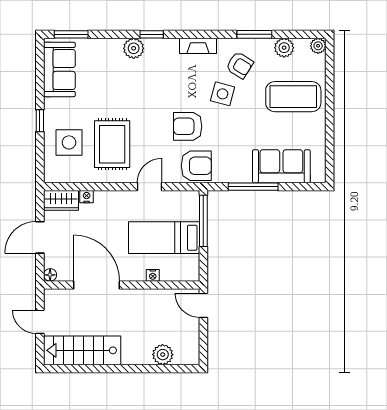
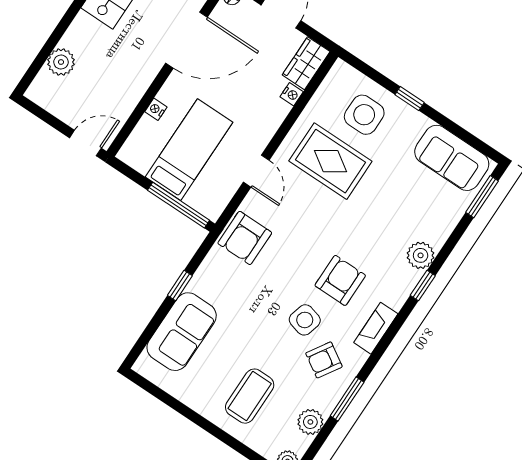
coffee table: (293, 97) -> (250, 396), width x0.73, depth x0.76
armchair: (188, 126) -> (340, 280), moved
window: (253, 187) -> (180, 286), width x0.46

